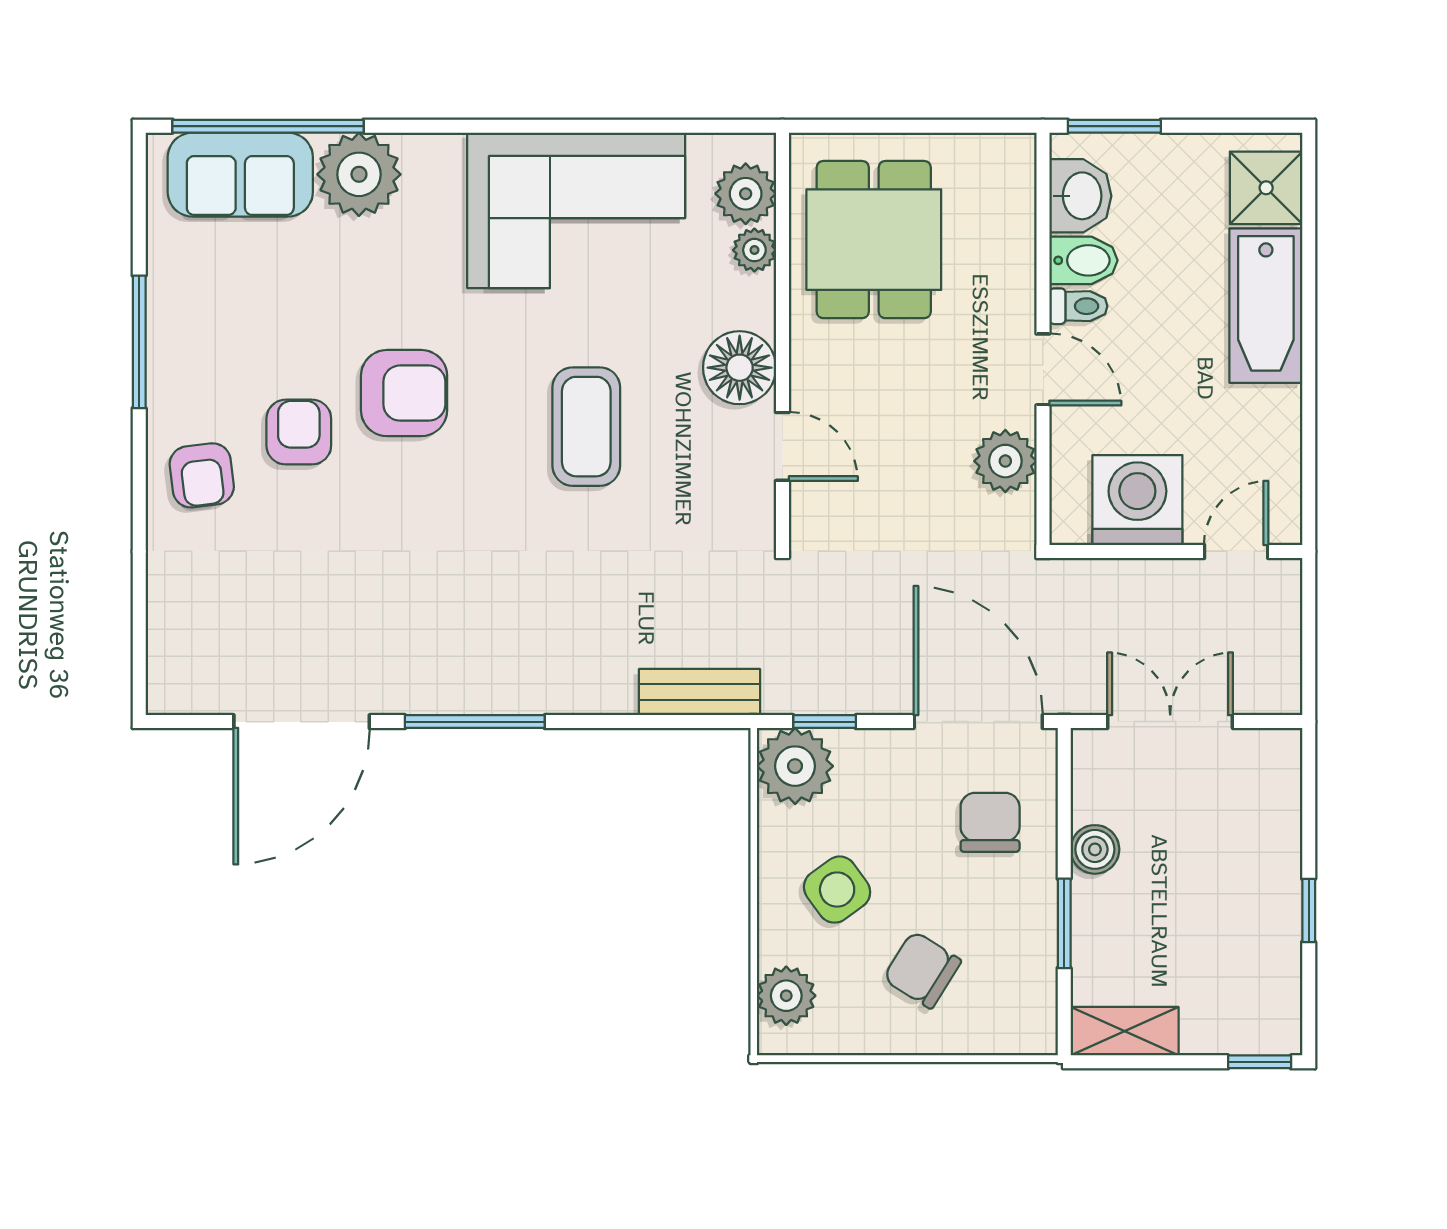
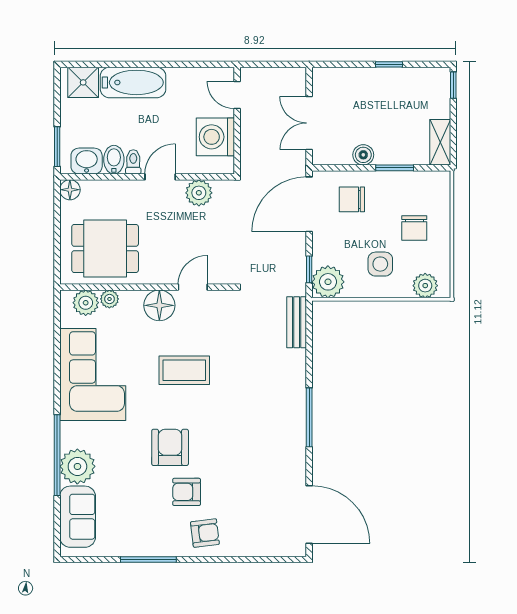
window: (268, 126) -> (57, 455), moved
floor lamp: (1013, 157) -> (70, 190), added
door: (302, 722) -> (309, 514), moved
side table: (837, 890) -> (380, 264), turned 36
chair: (922, 970) -> (414, 228), turned -32

